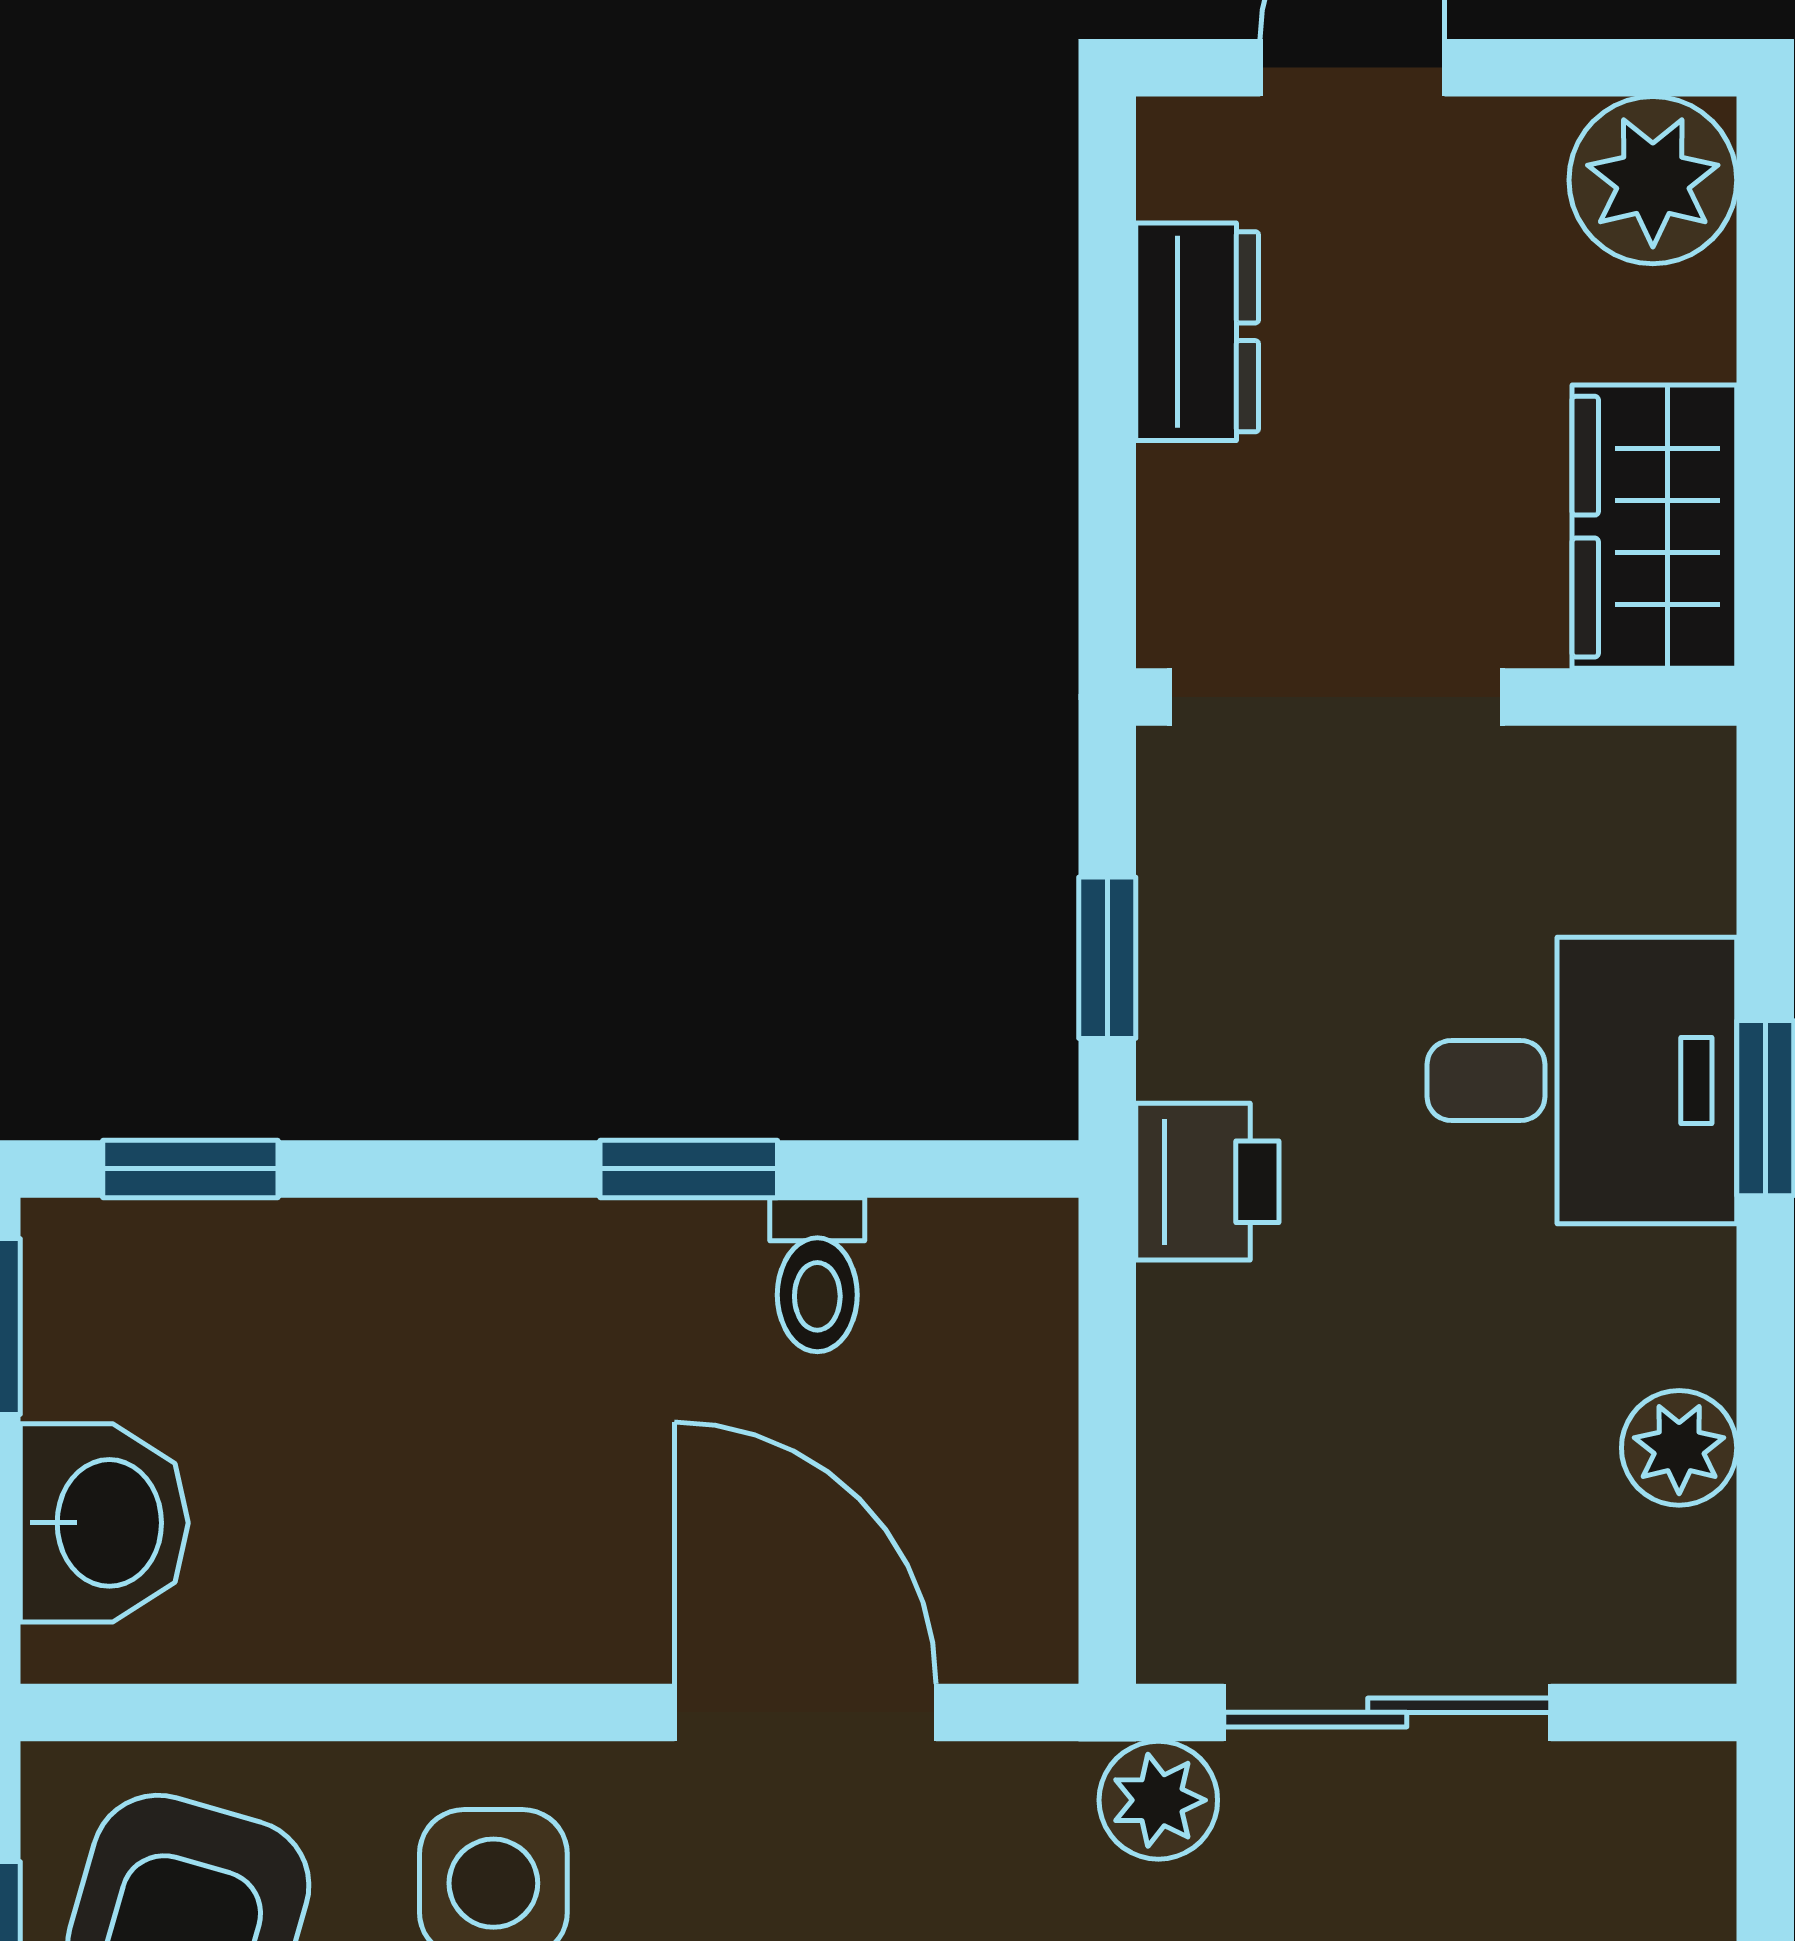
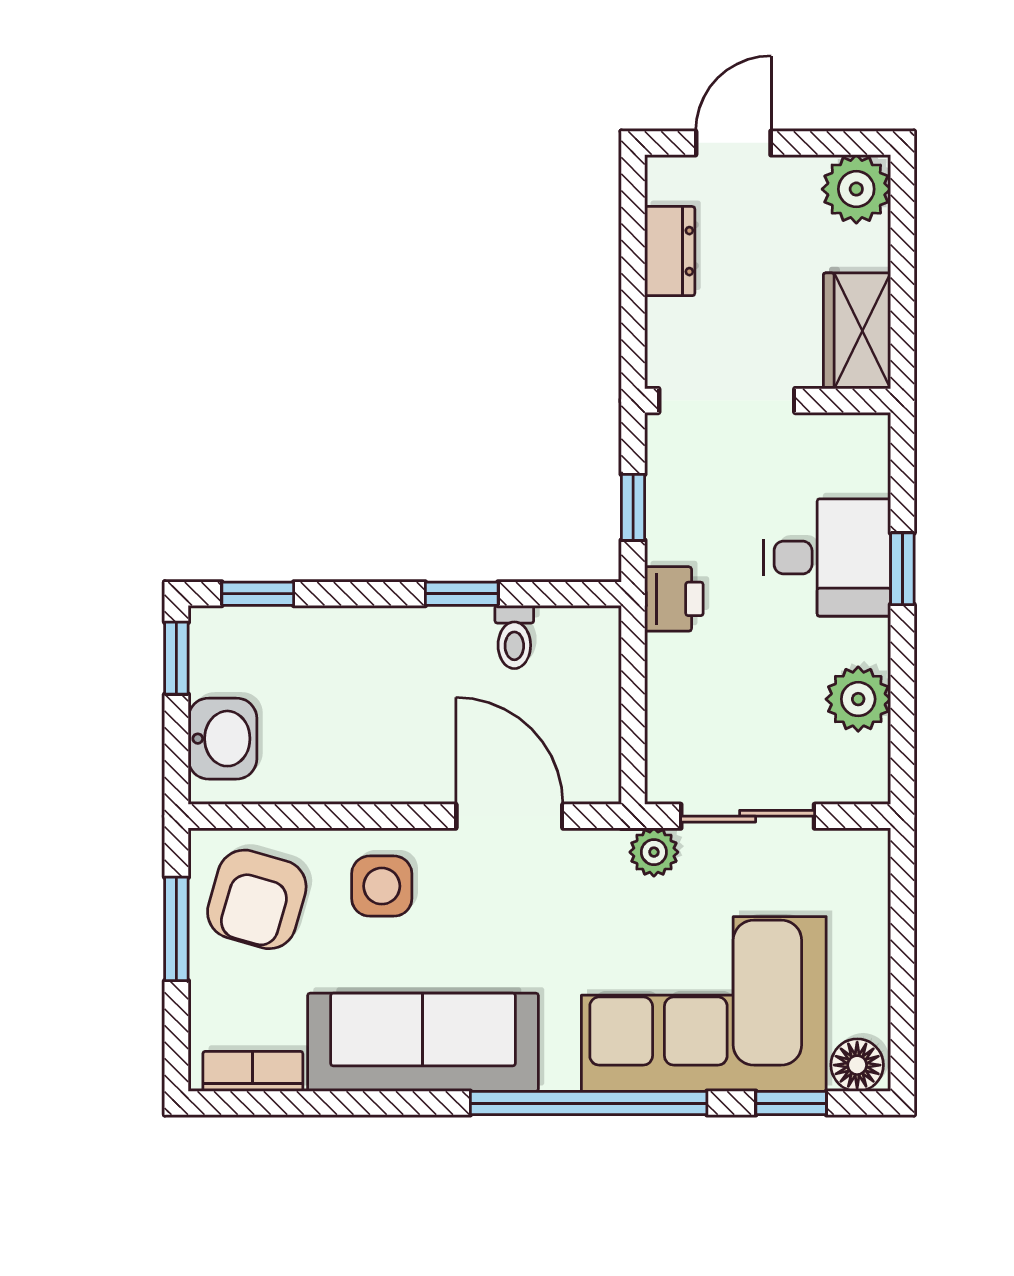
plant: (1679, 1448) -> (858, 699), width x1.38, depth x1.38

